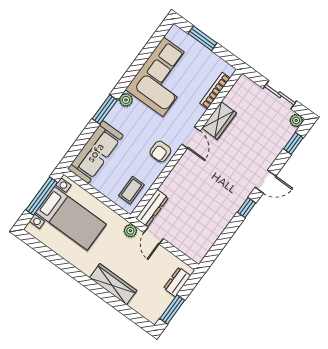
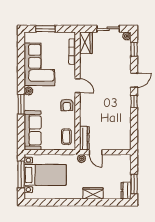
wardrobe: (219, 121) -> (86, 43), moved
dresser: (177, 282) -> (126, 191), moved
wardrobe: (113, 284) -> (93, 193), width x0.67

